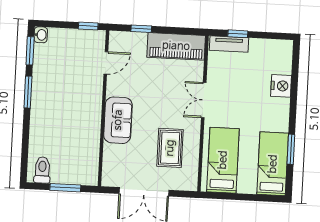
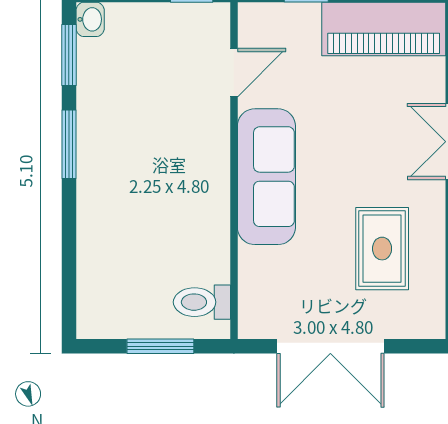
sofa: (118, 120) -> (266, 177), width x1.36
toilet: (42, 170) -> (202, 302), moved, turned -90

